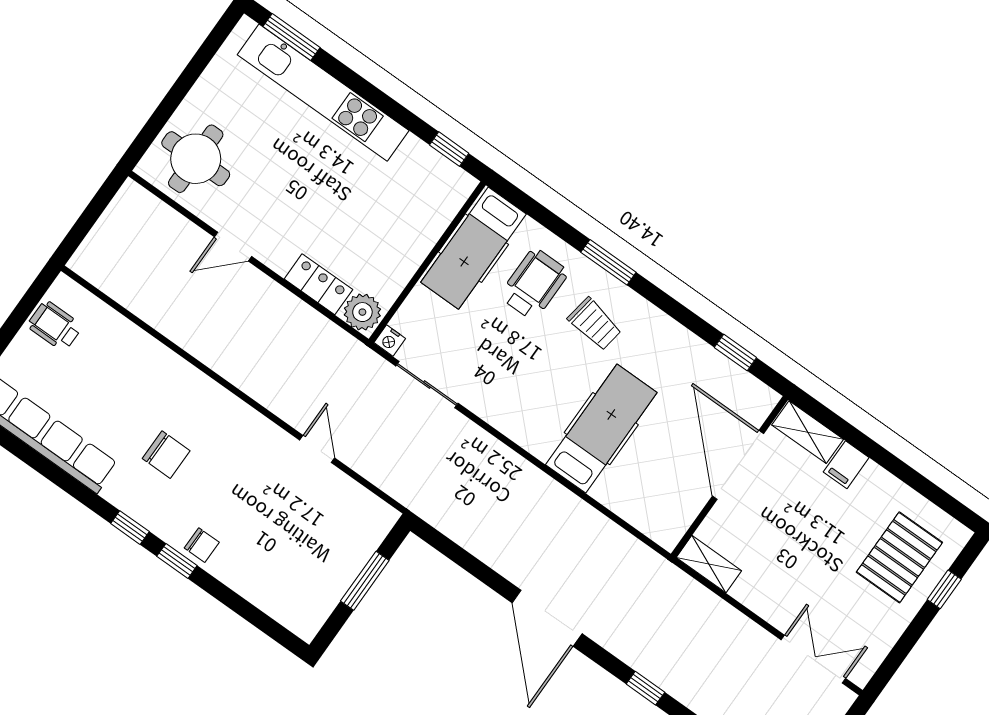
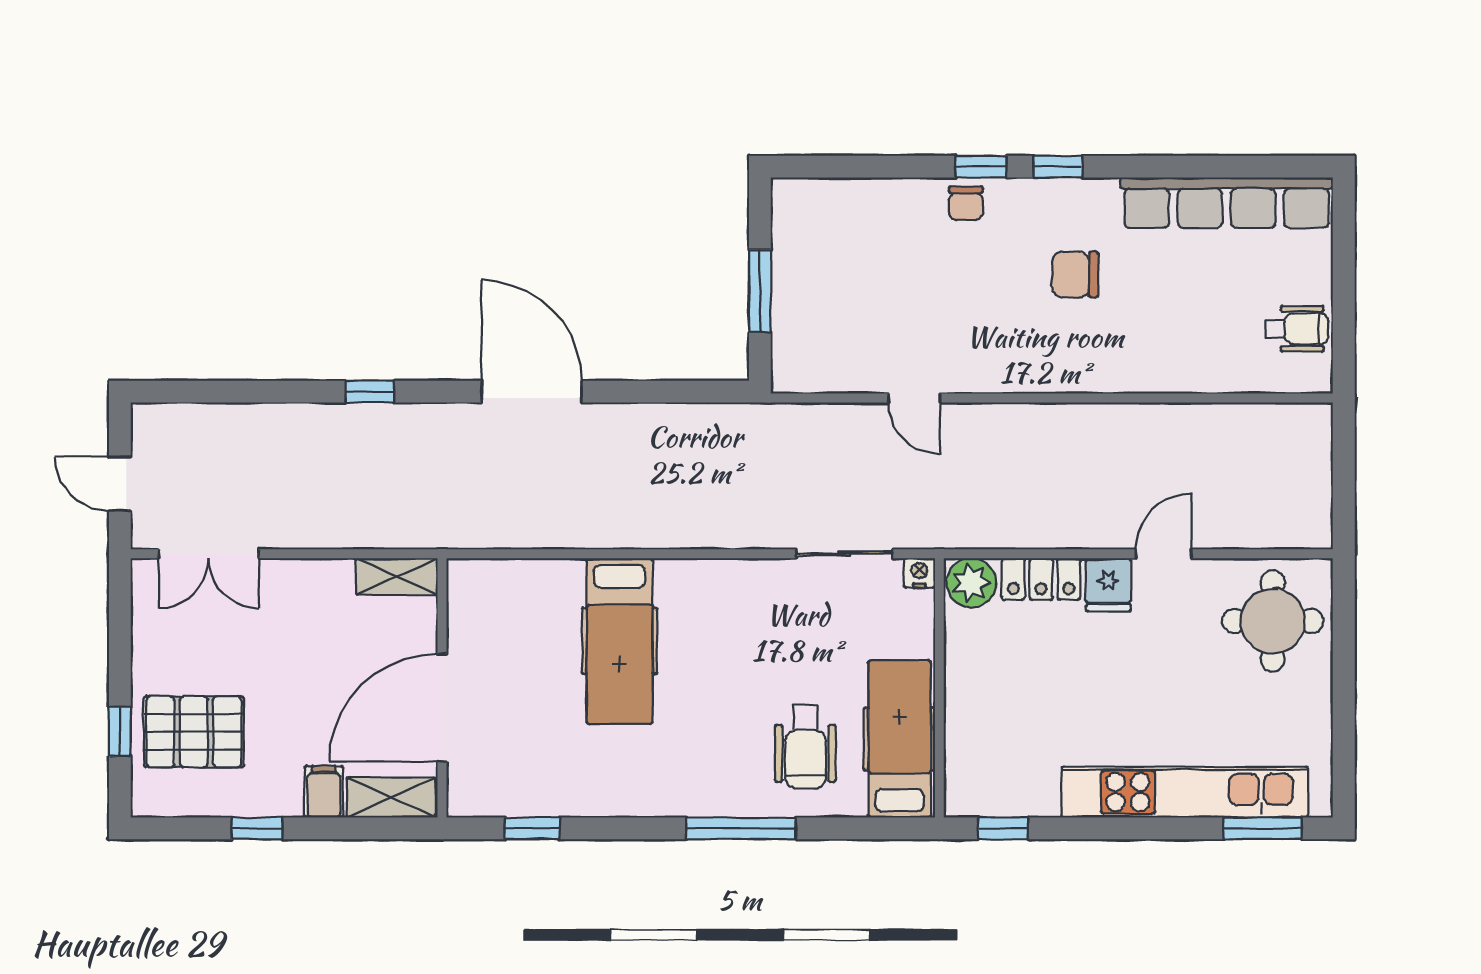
fridge: (280, 252) -> (1108, 585), added
window: (608, 262) -> (741, 828), width x1.44
trolley: (595, 324) -> (708, 750), removed
door: (738, 465) -> (442, 708), swing flipped
window: (903, 471) -> (257, 828), added
chair: (202, 545) -> (966, 203), turned -90
pallet: (899, 557) -> (194, 732), turned 90

